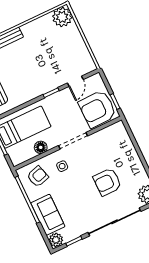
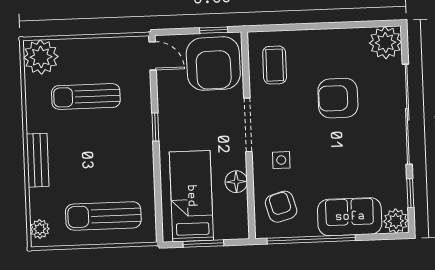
sun lounger: (52, 49) -> (86, 96), added
door: (75, 81) -> (153, 56), moved
coffee table: (110, 141) -> (275, 65), added
armchair: (107, 182) -> (338, 98), turned 90

